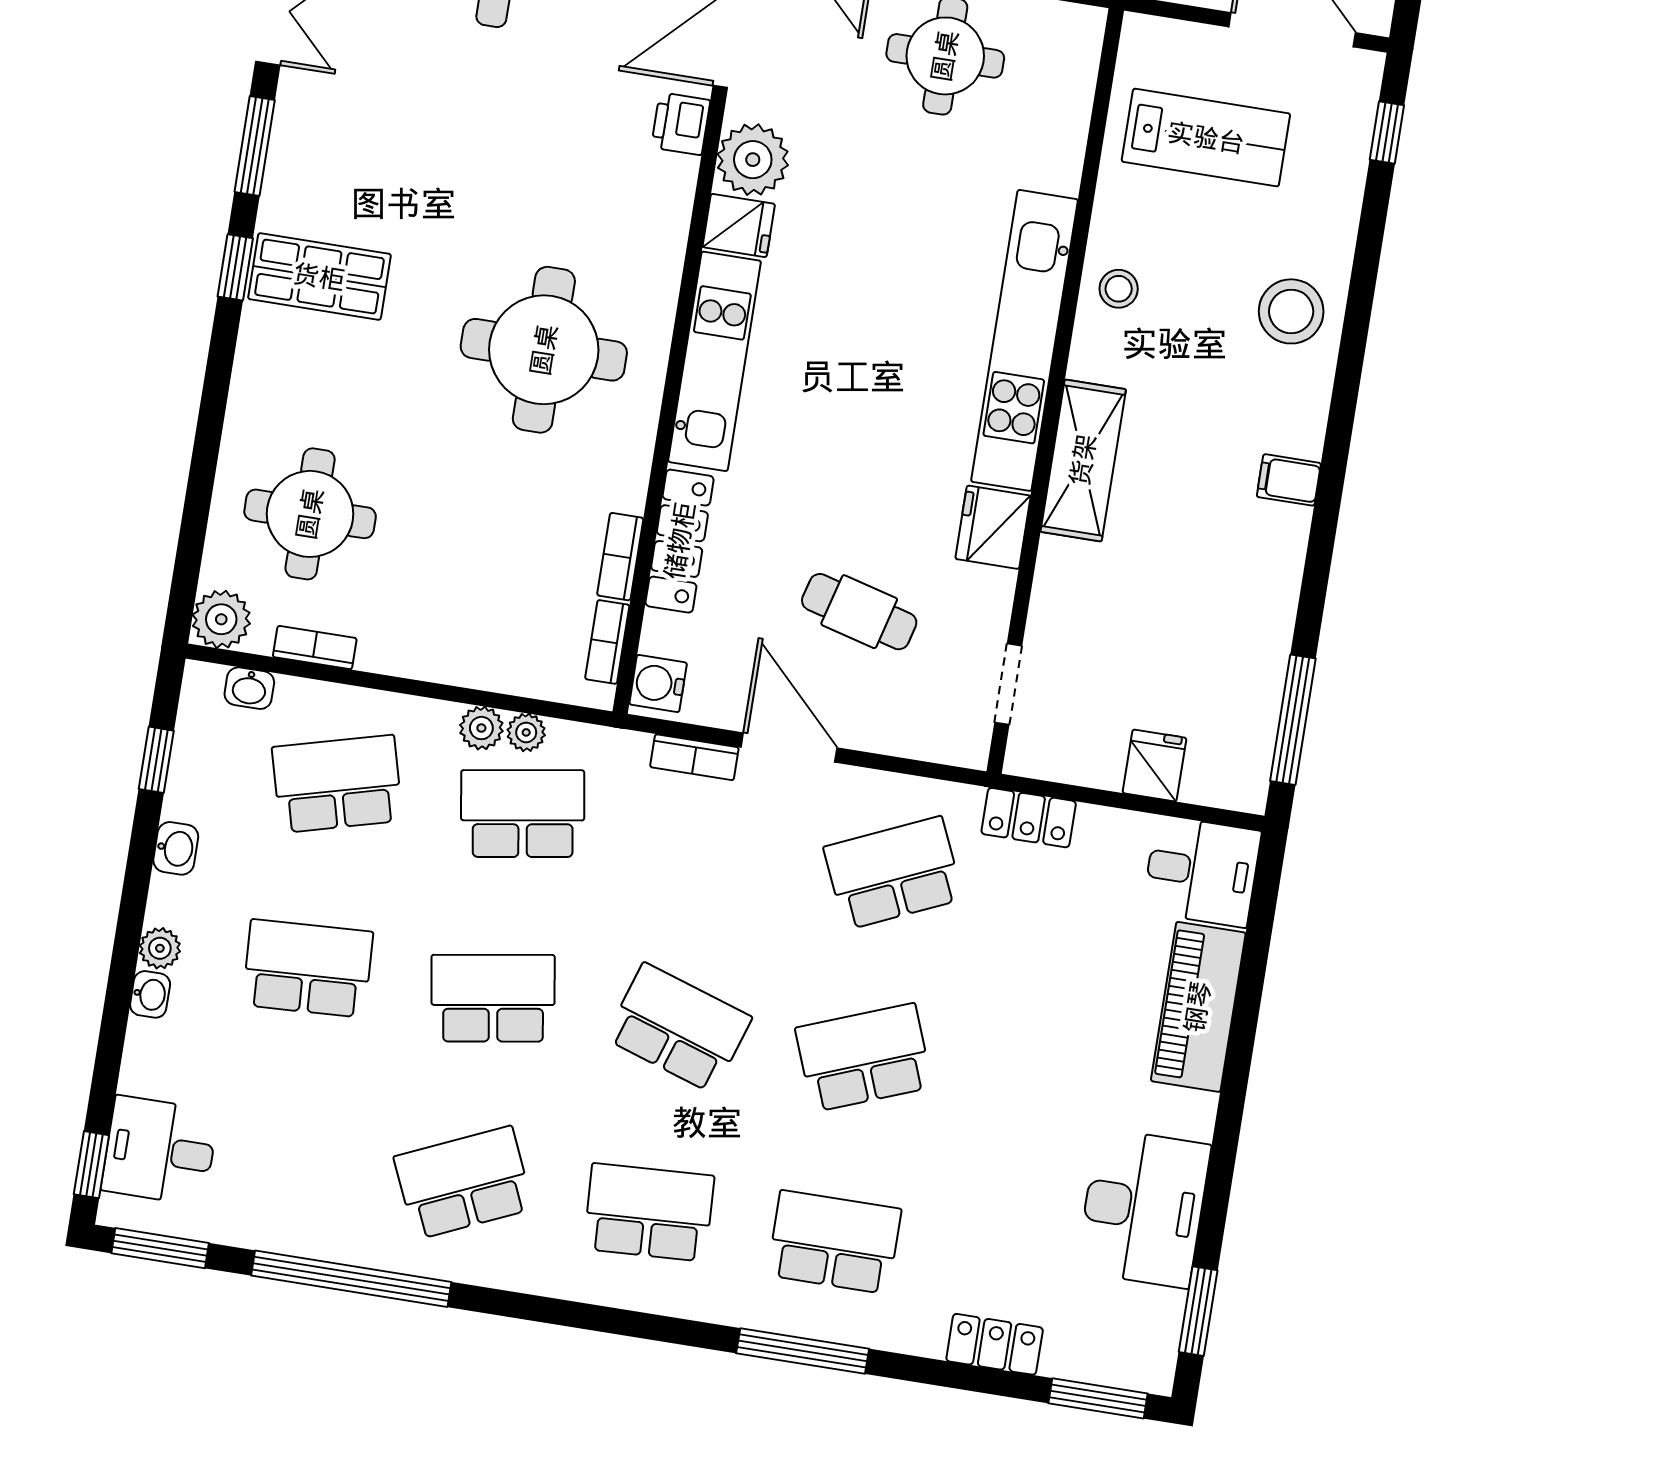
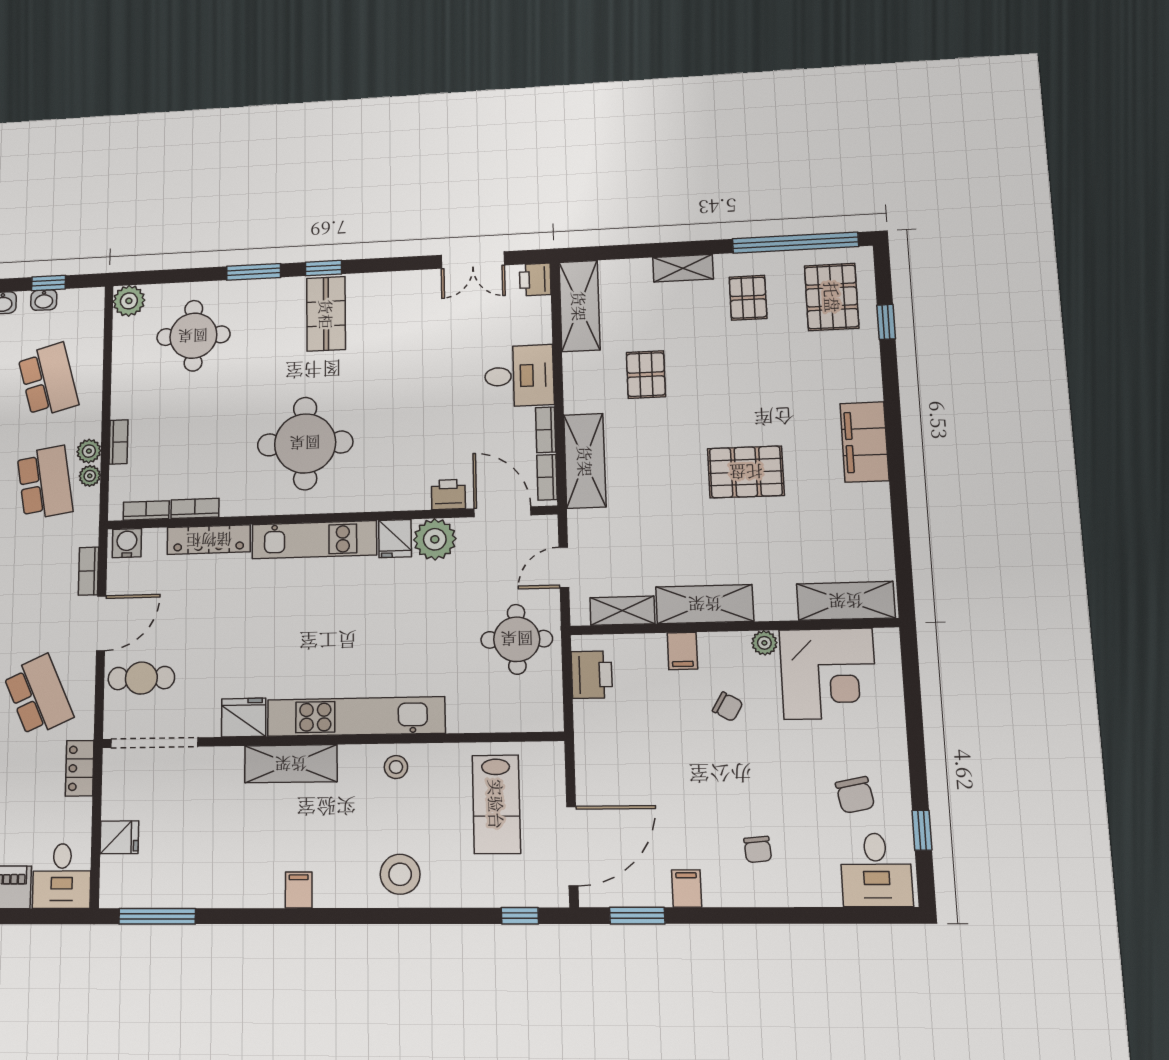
window: (255, 146) -> (254, 272), moved
cafe table: (859, 612) -> (141, 678), moved, turned 75
bookcase: (315, 648) -> (119, 442), moved
doorway: (1008, 684) -> (154, 743), width x1.87
washbasin: (249, 688) -> (44, 300), moved, turned -90

